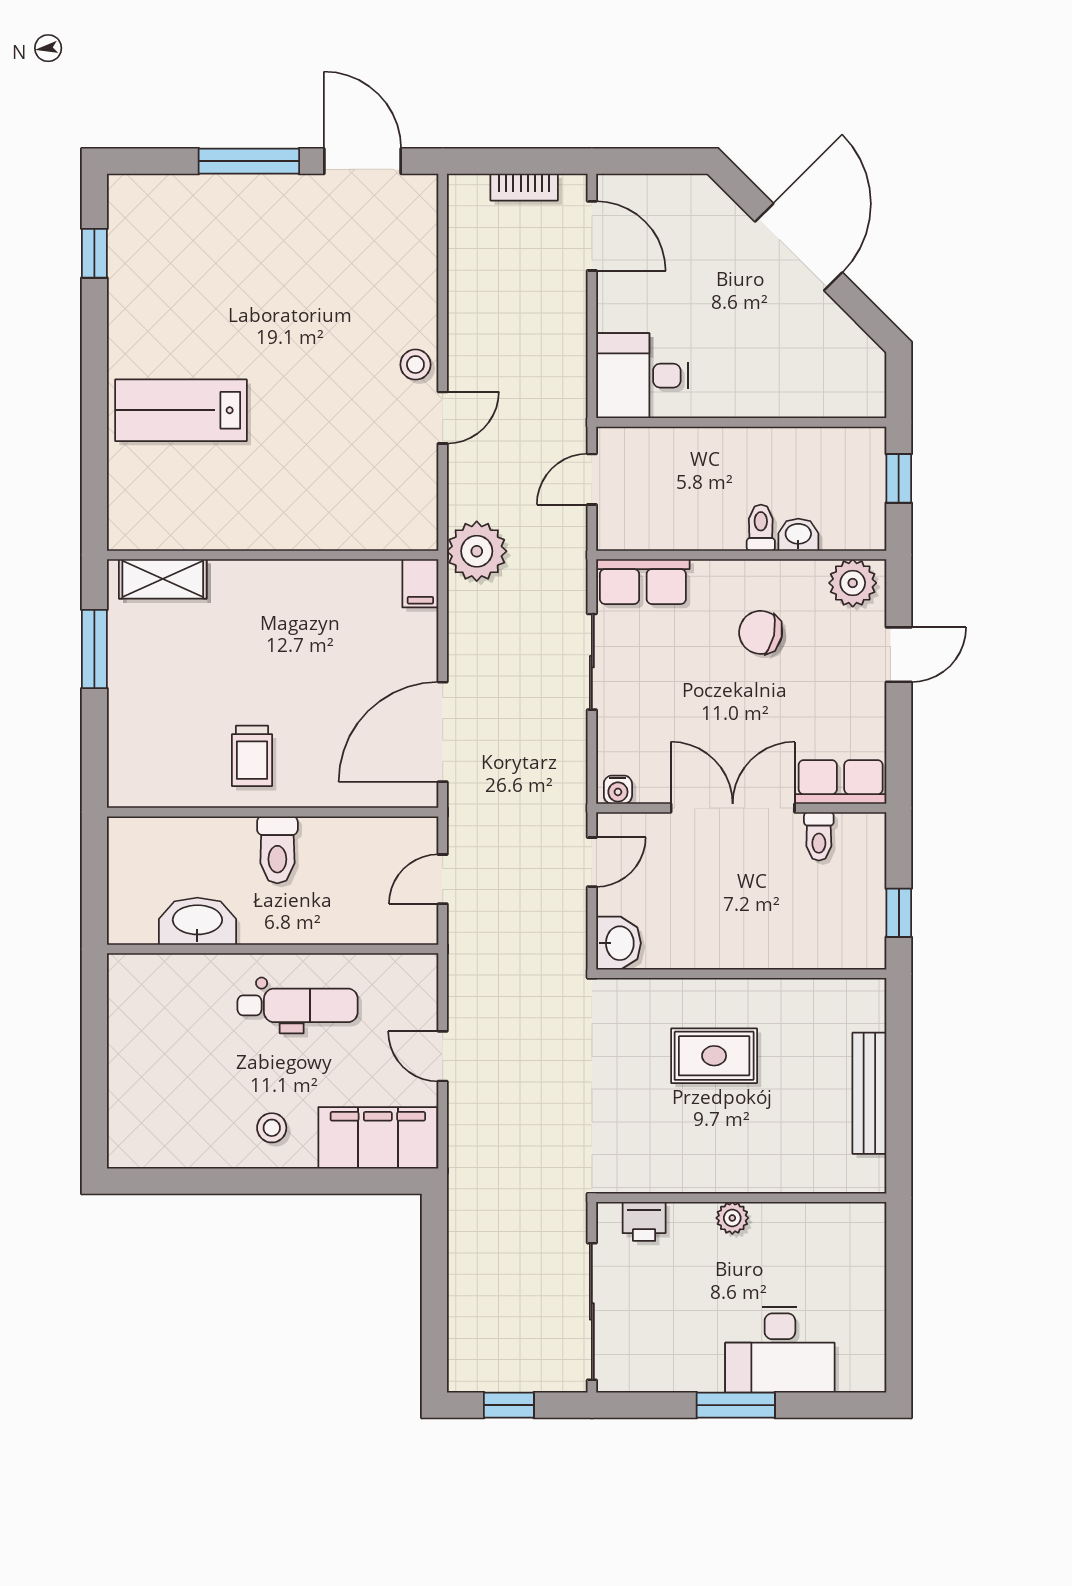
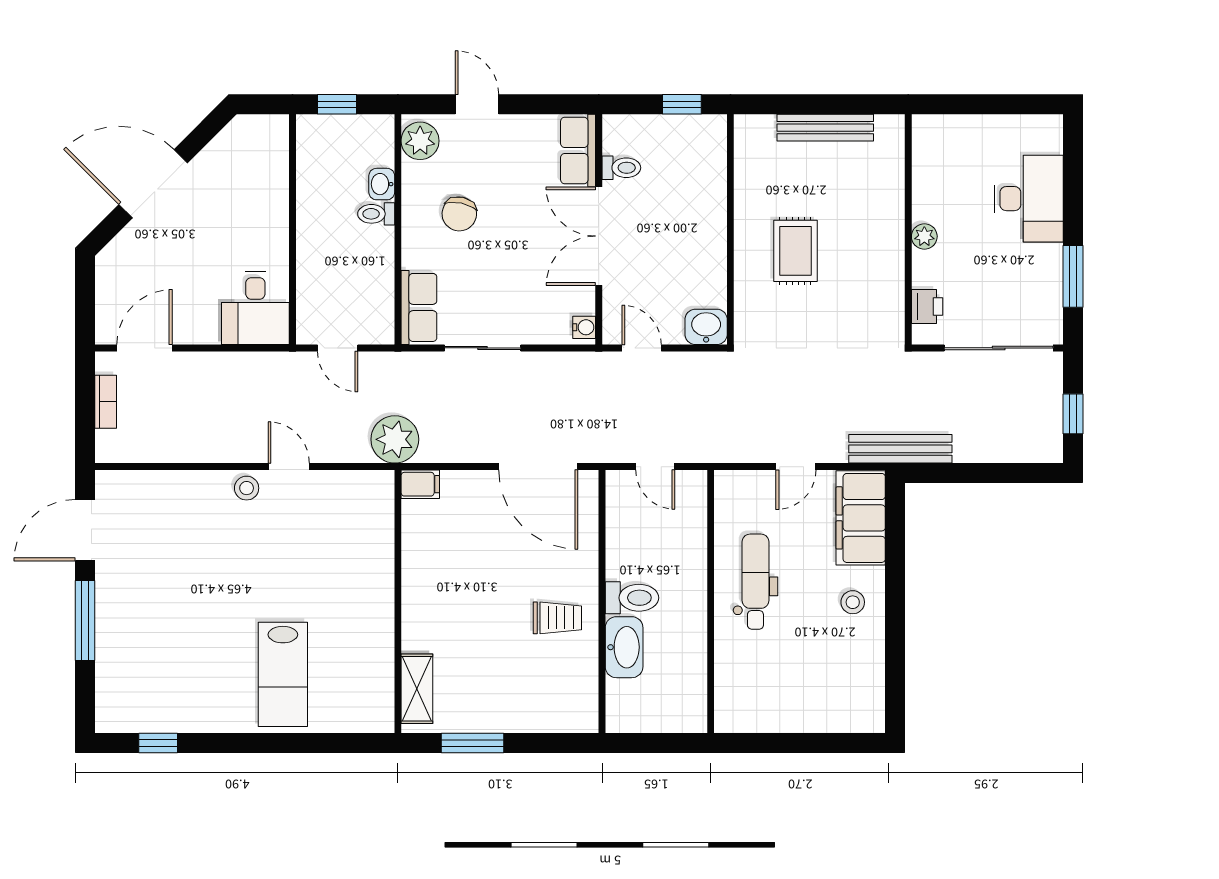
washbasin: (197, 921) -> (624, 647), moved, turned 180
bench: (465, 1188) -> (900, 449), added
window: (736, 1405) -> (1073, 276), moved

